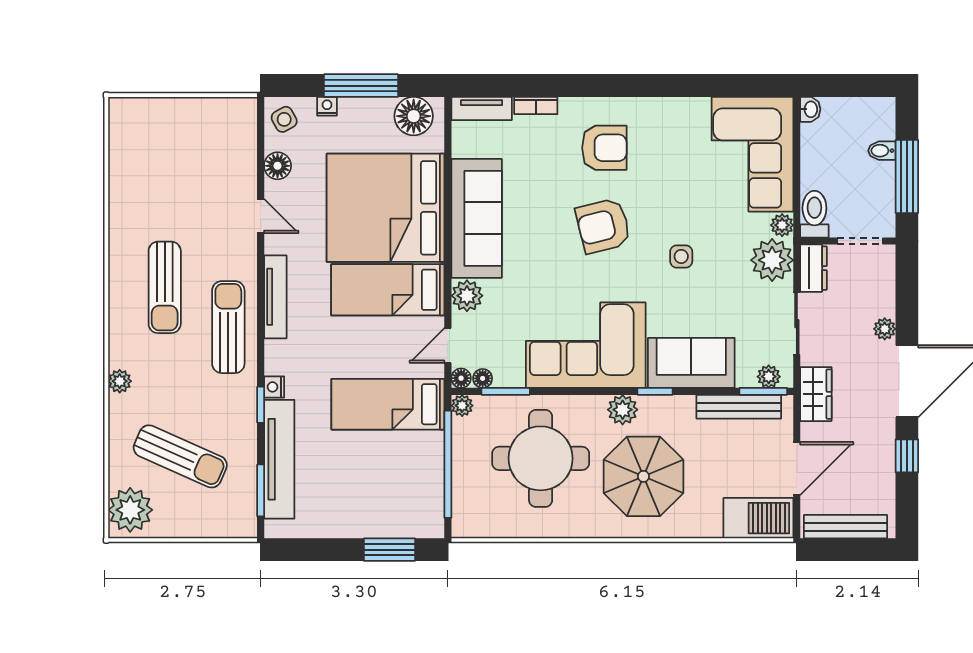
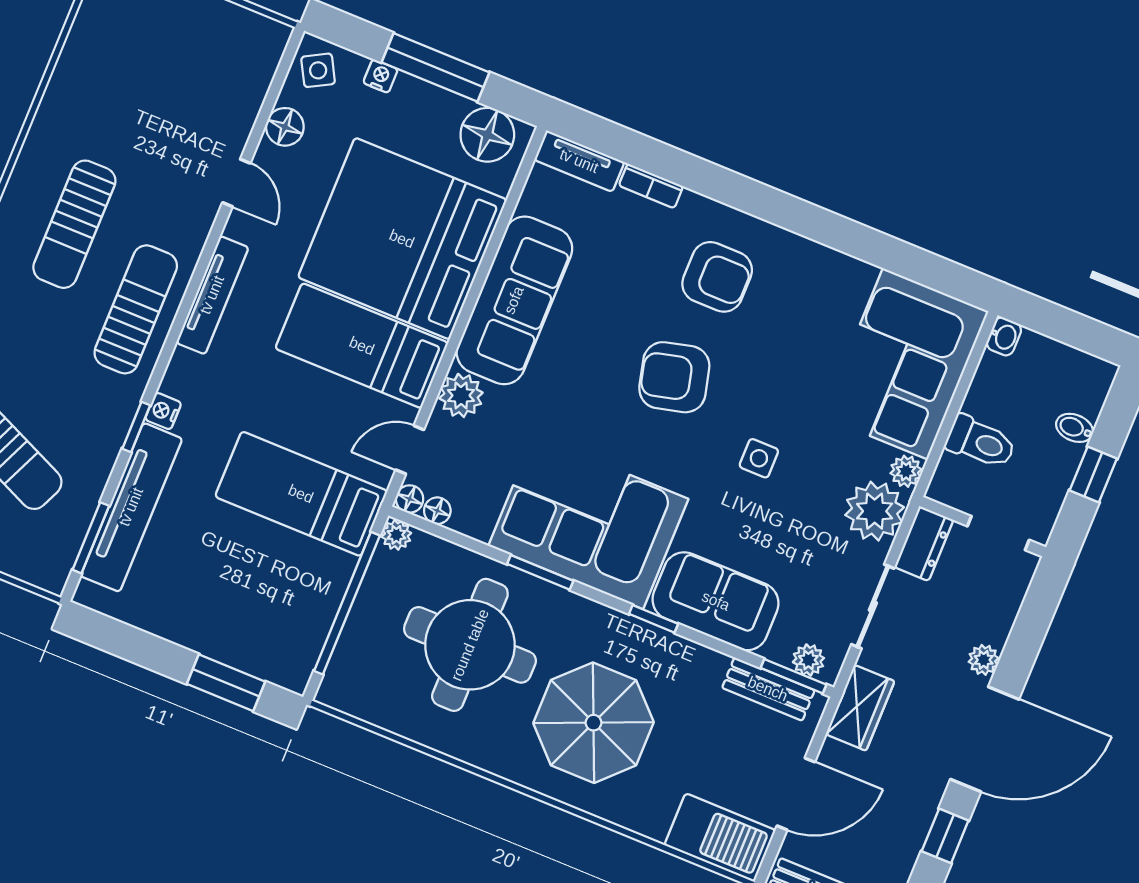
window: (907, 176) -> (1093, 475), width x0.46
toilet: (814, 214) -> (981, 442), moved, turned 90
window: (506, 391) -> (540, 572), moved
bench: (739, 407) -> (768, 689), width x0.73
plant: (623, 410) -> (602, 625), removed

